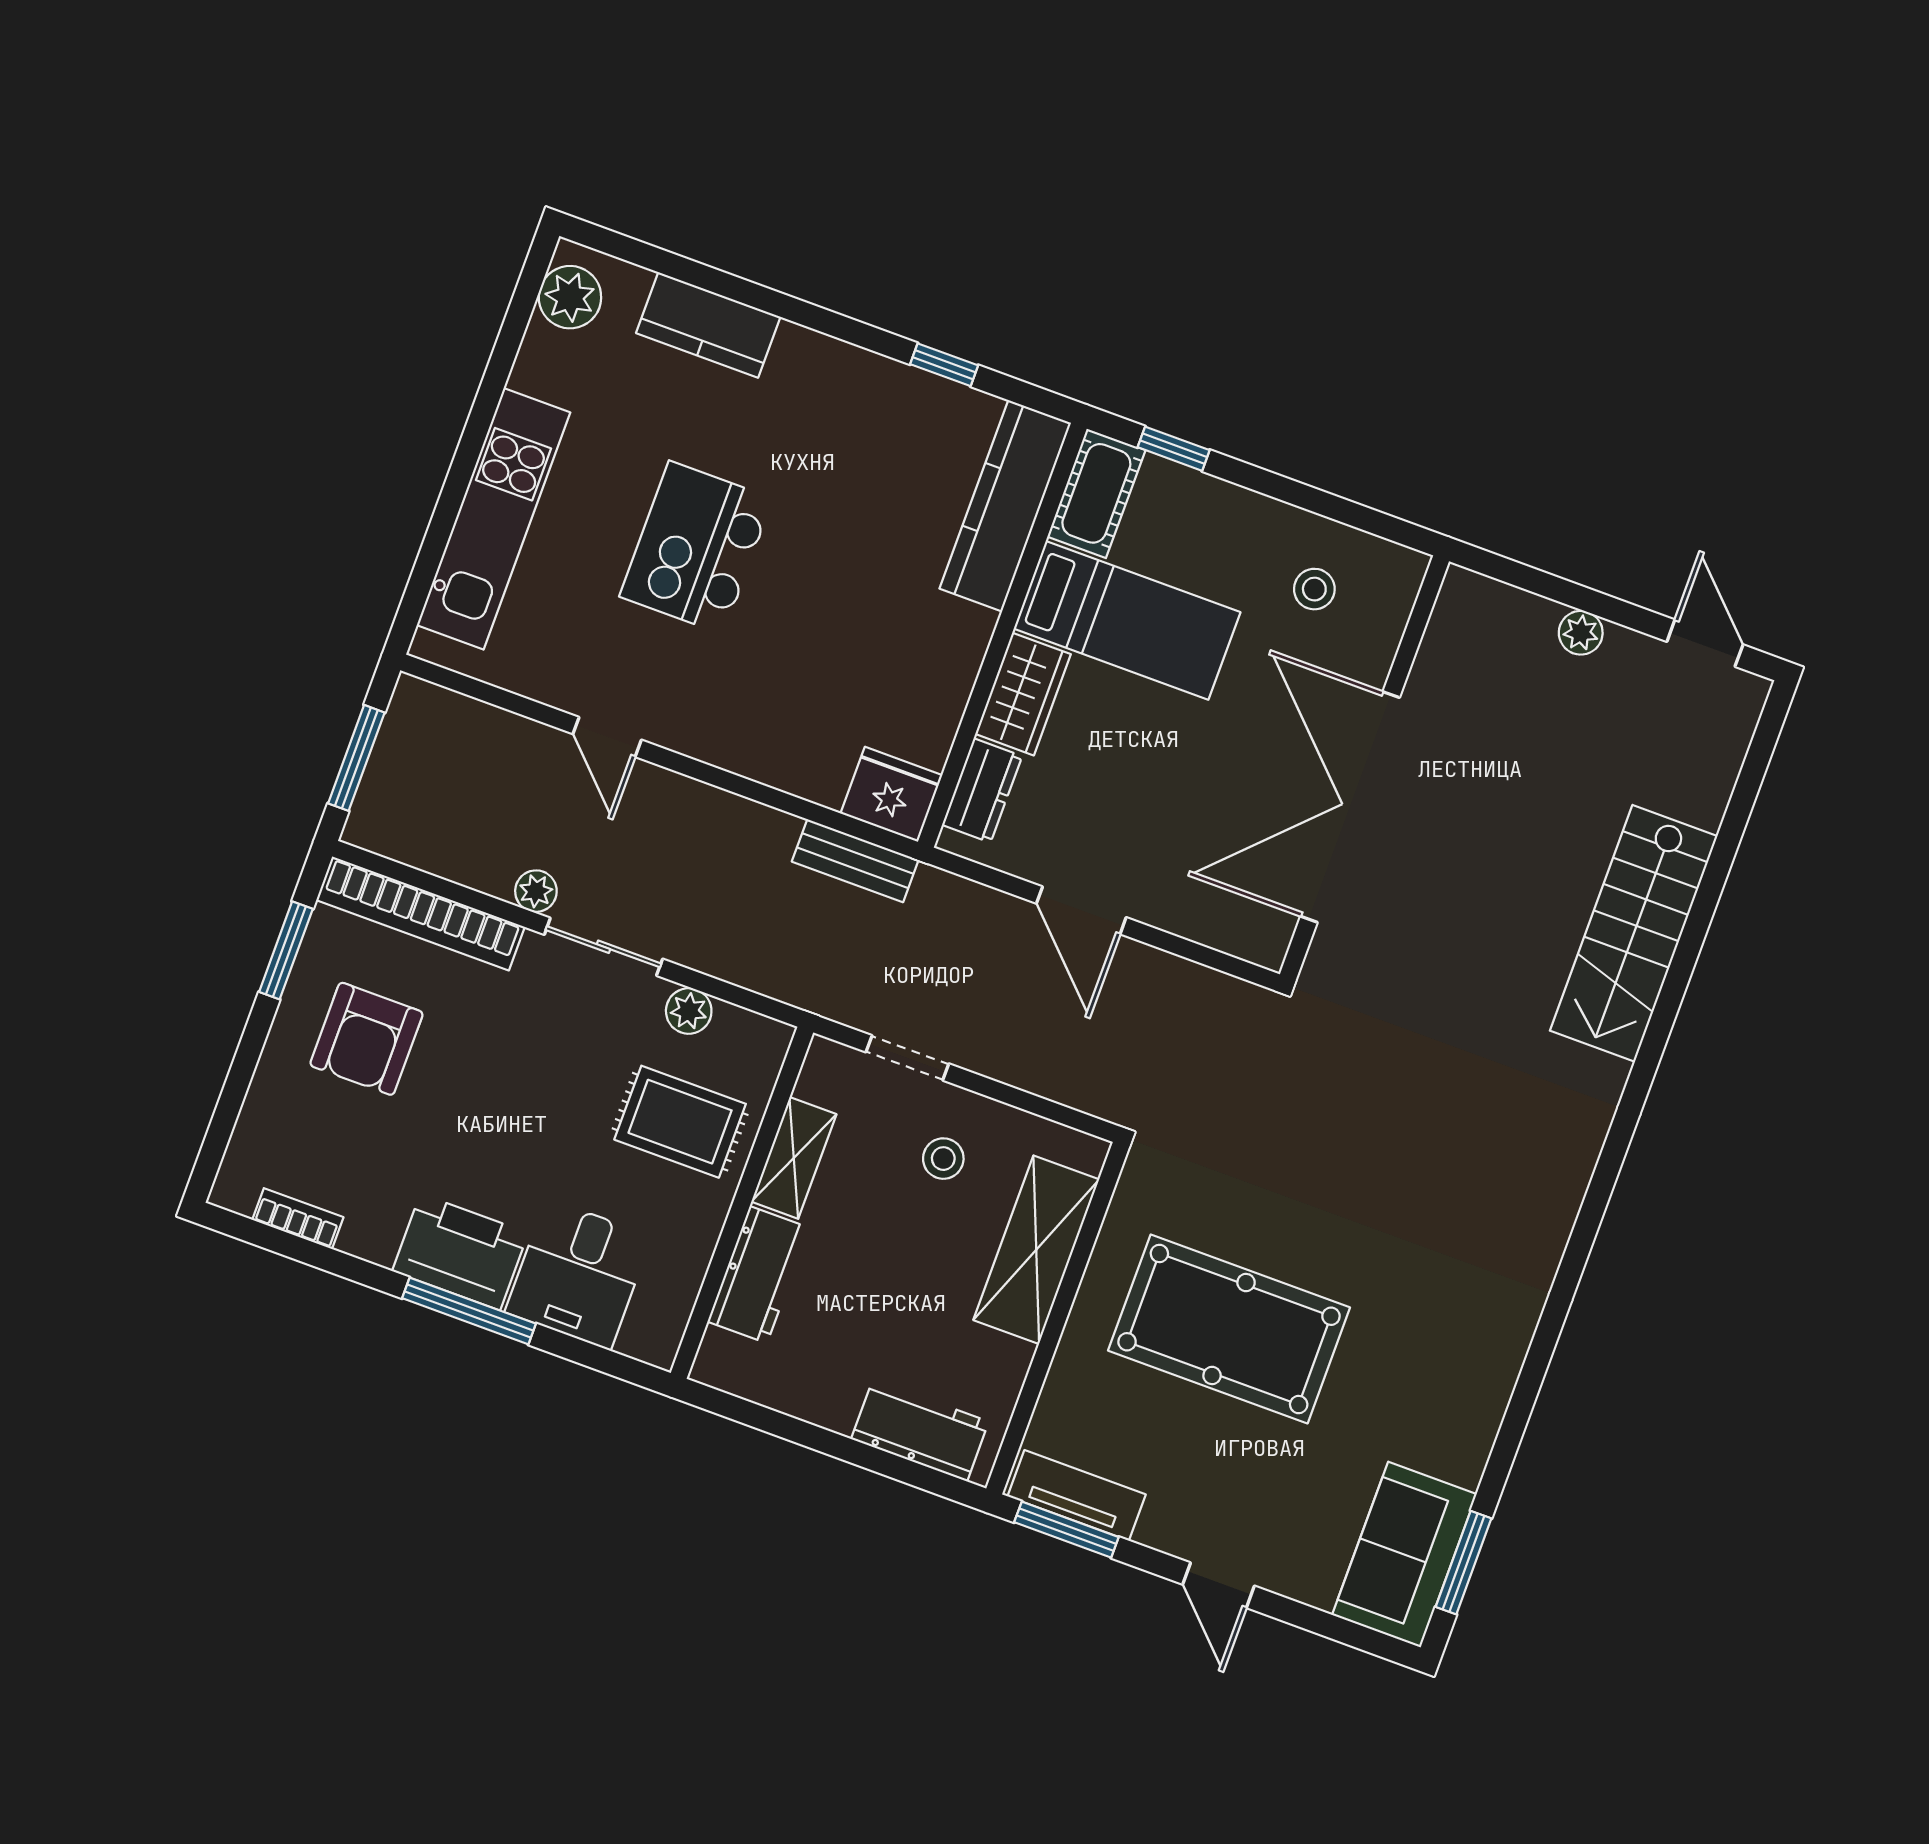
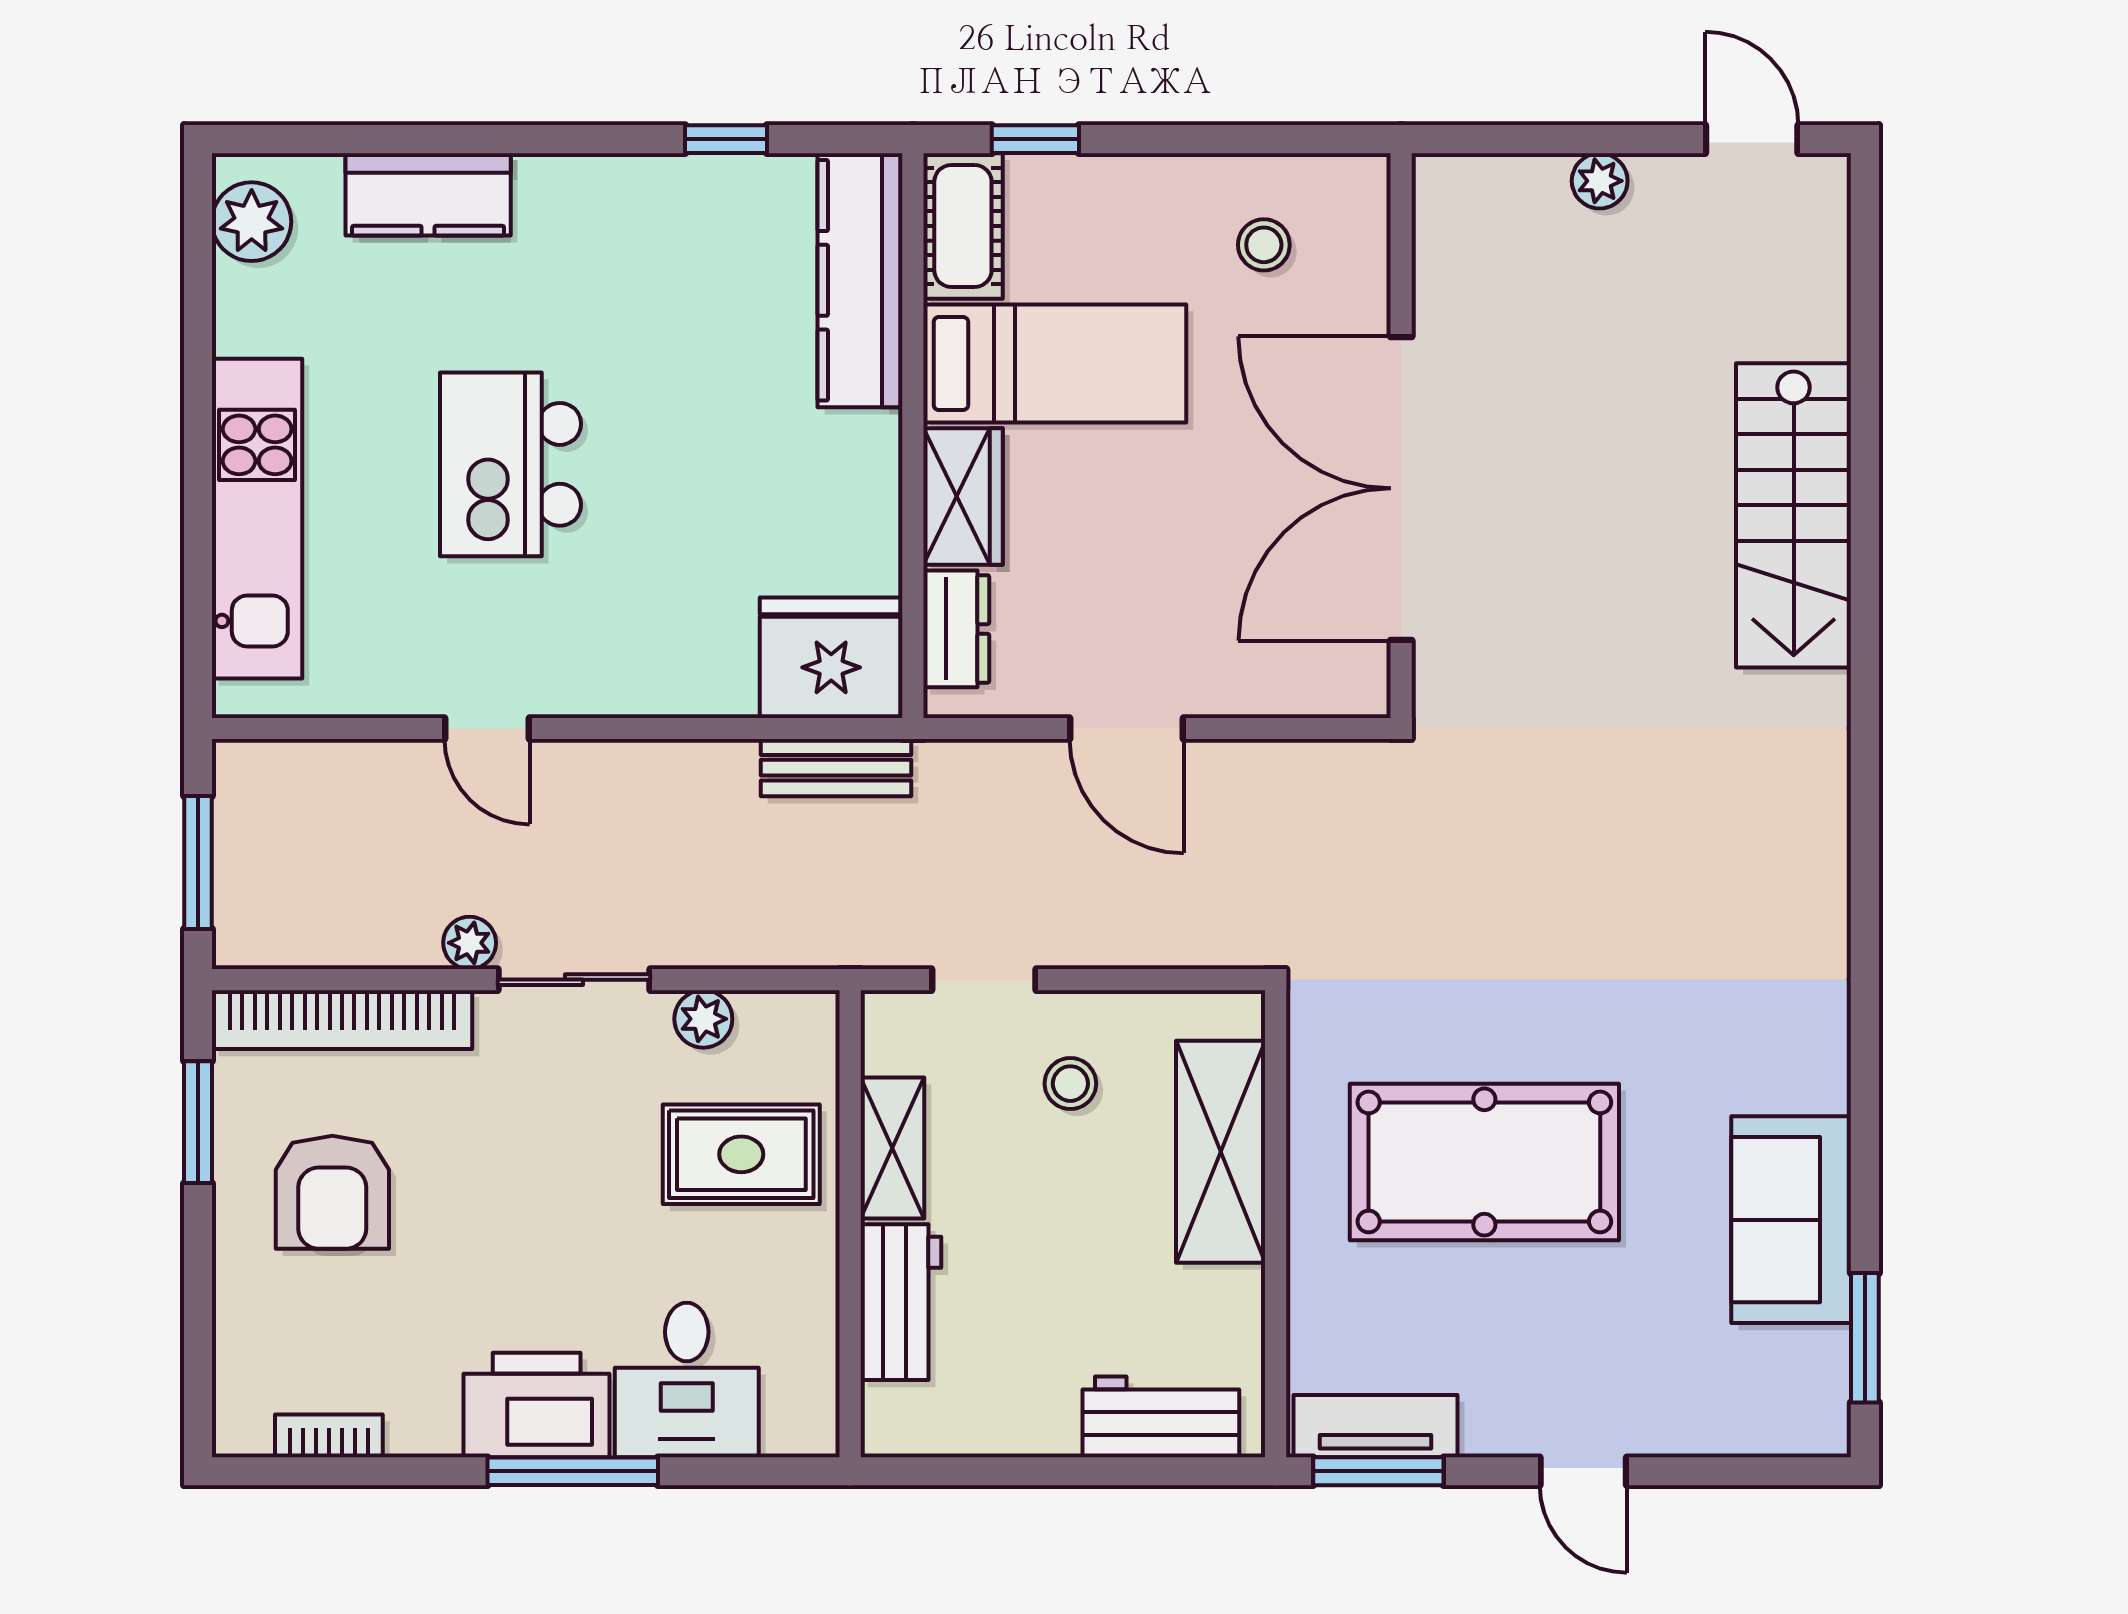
fridge: (891, 794) -> (831, 658), width x1.36, depth x1.34
sofa: (1404, 1555) -> (1791, 1220), moved

